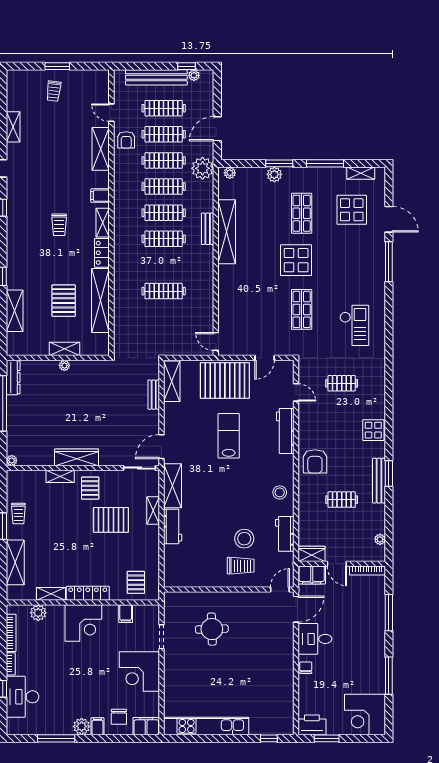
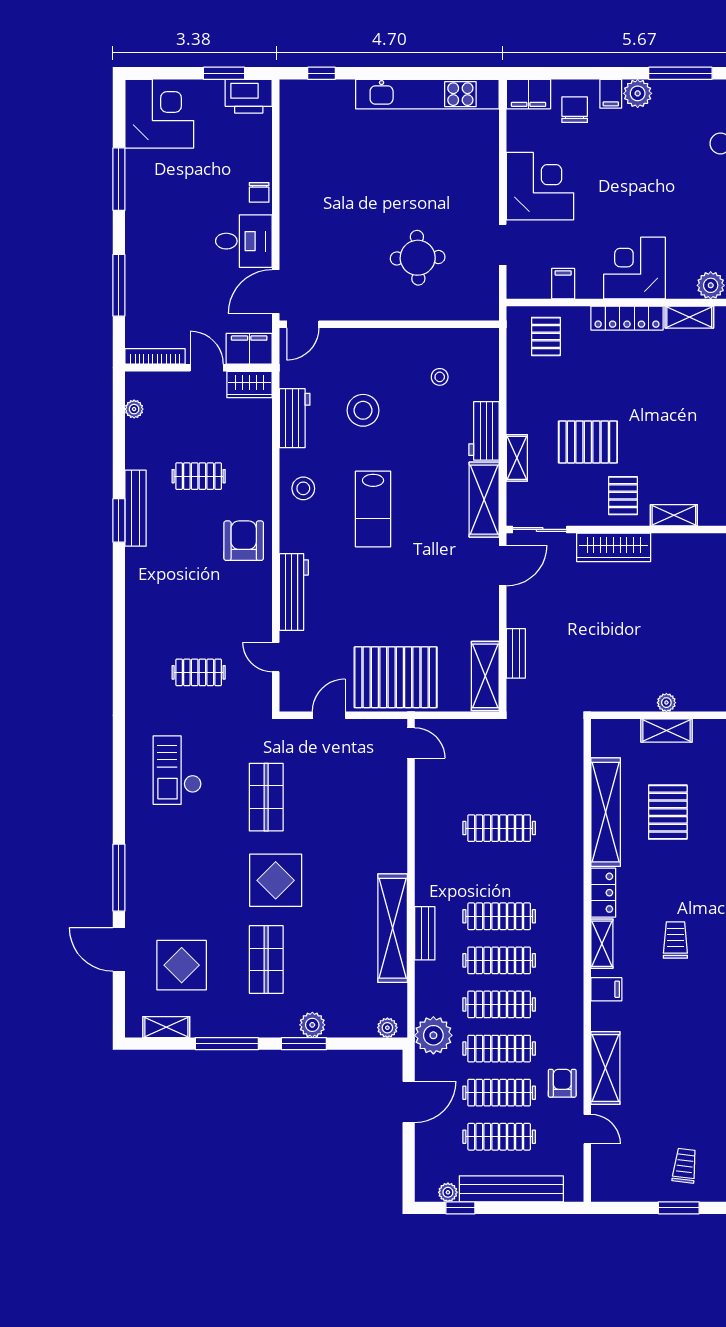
display table: (373, 430) -> (145, 593), removed
lab bench: (229, 436) -> (373, 509), moved
wardrobe: (77, 457) -> (614, 547), moved
stool: (199, 558) -> (440, 377), added
trolley: (241, 566) -> (369, 365), removed

